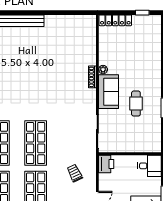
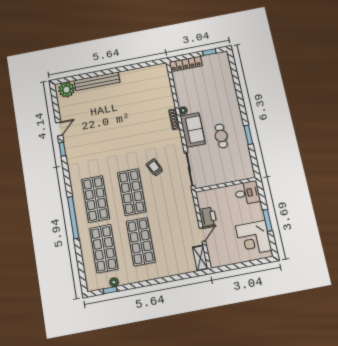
printer: (106, 164) -> (208, 217), moved
trolley: (75, 173) -> (154, 167), moved

